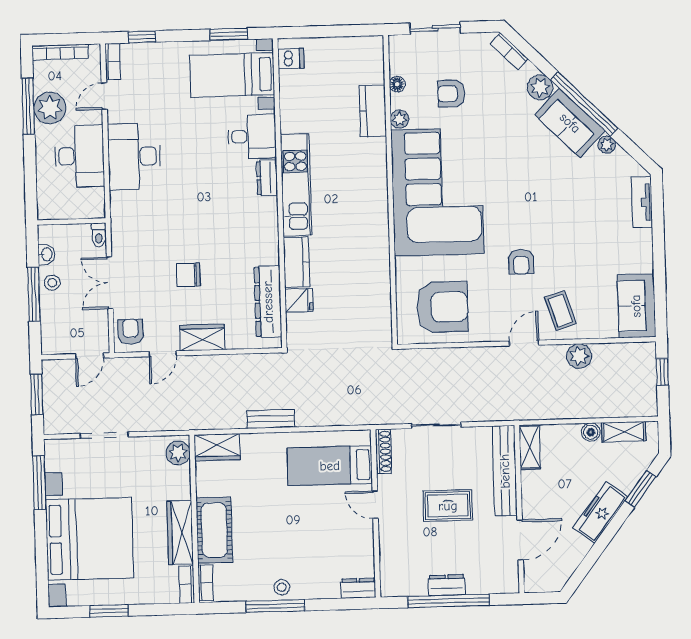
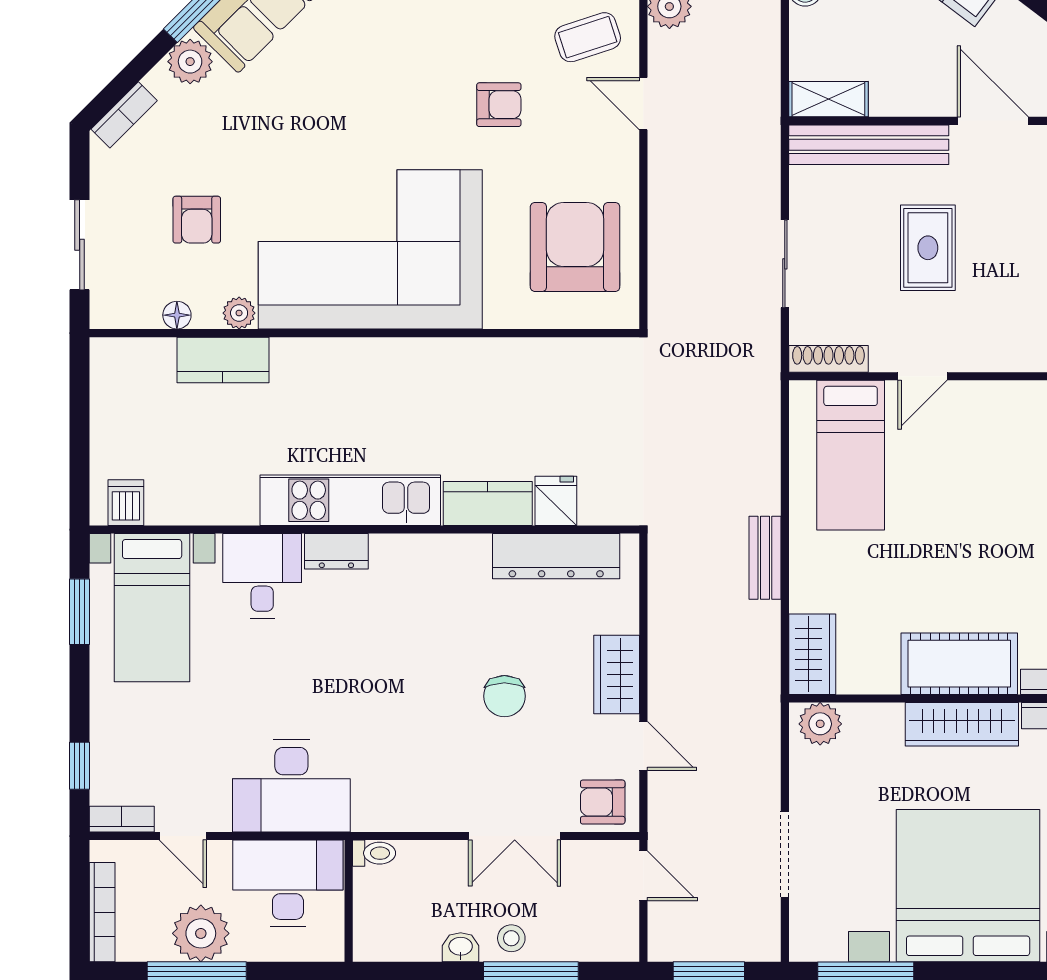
wall: (71, 221) -> (349, 901), moved
toilet: (99, 235) -> (374, 853), moved

